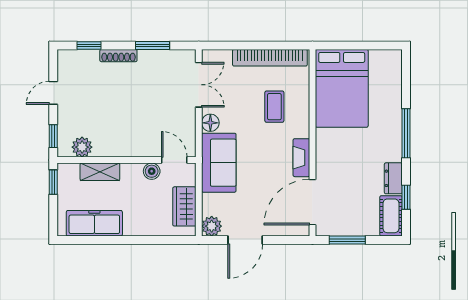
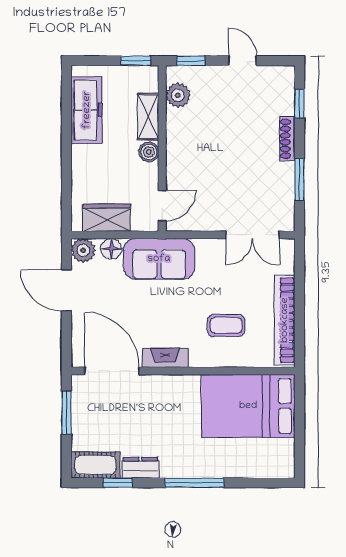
floor lamp: (210, 123) -> (111, 249), moved
boiler: (152, 171) -> (149, 152), moved

